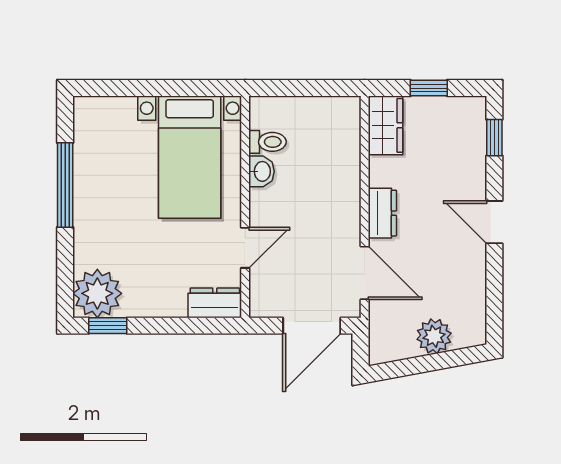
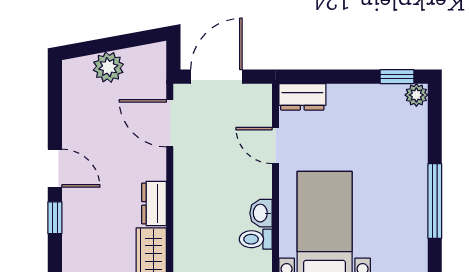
window: (494, 138) -> (55, 218), moved
dresser: (382, 213) -> (154, 203), moved
door: (245, 248) -> (275, 146), hinge flipped
plant: (97, 293) -> (416, 95), width x0.53, depth x0.53

